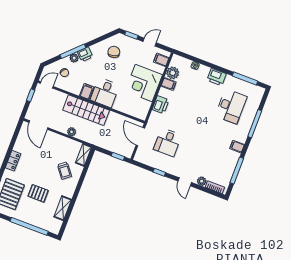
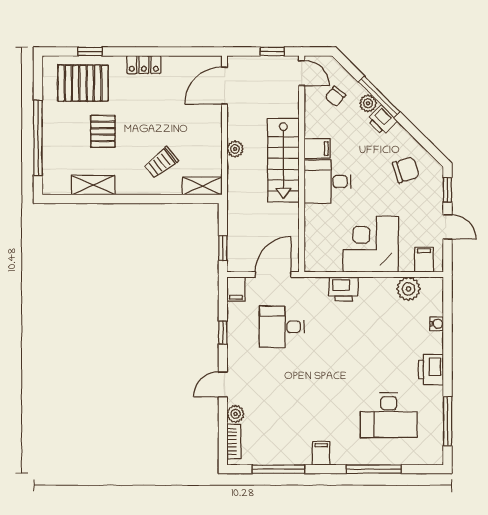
filing cabinet: (169, 84) -> (236, 289), moved

